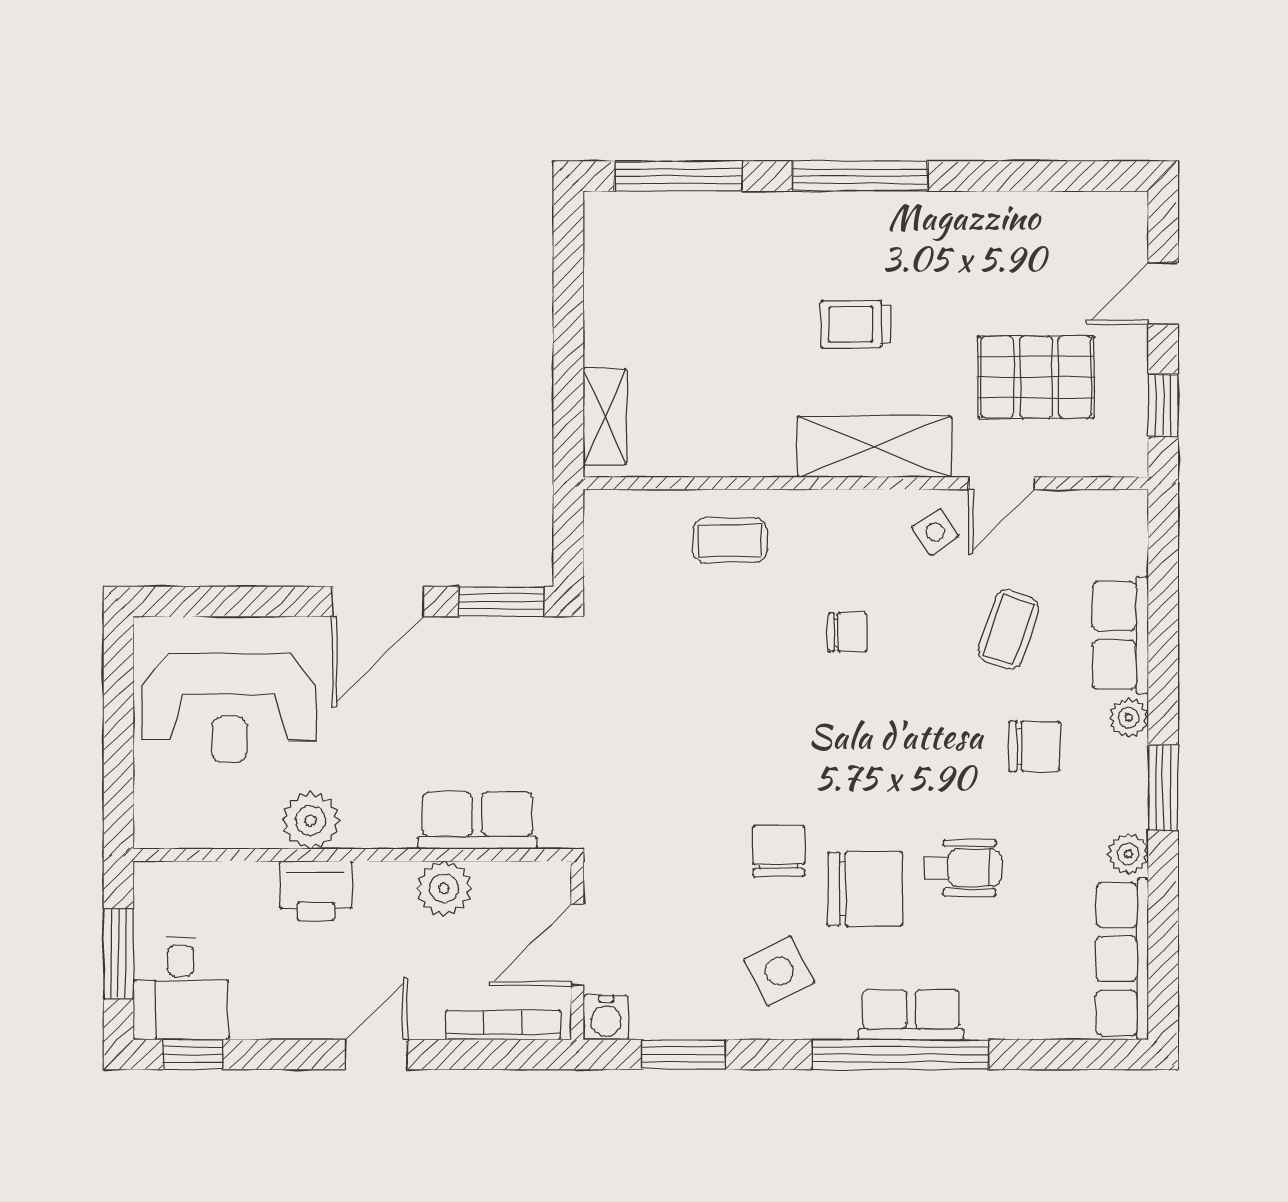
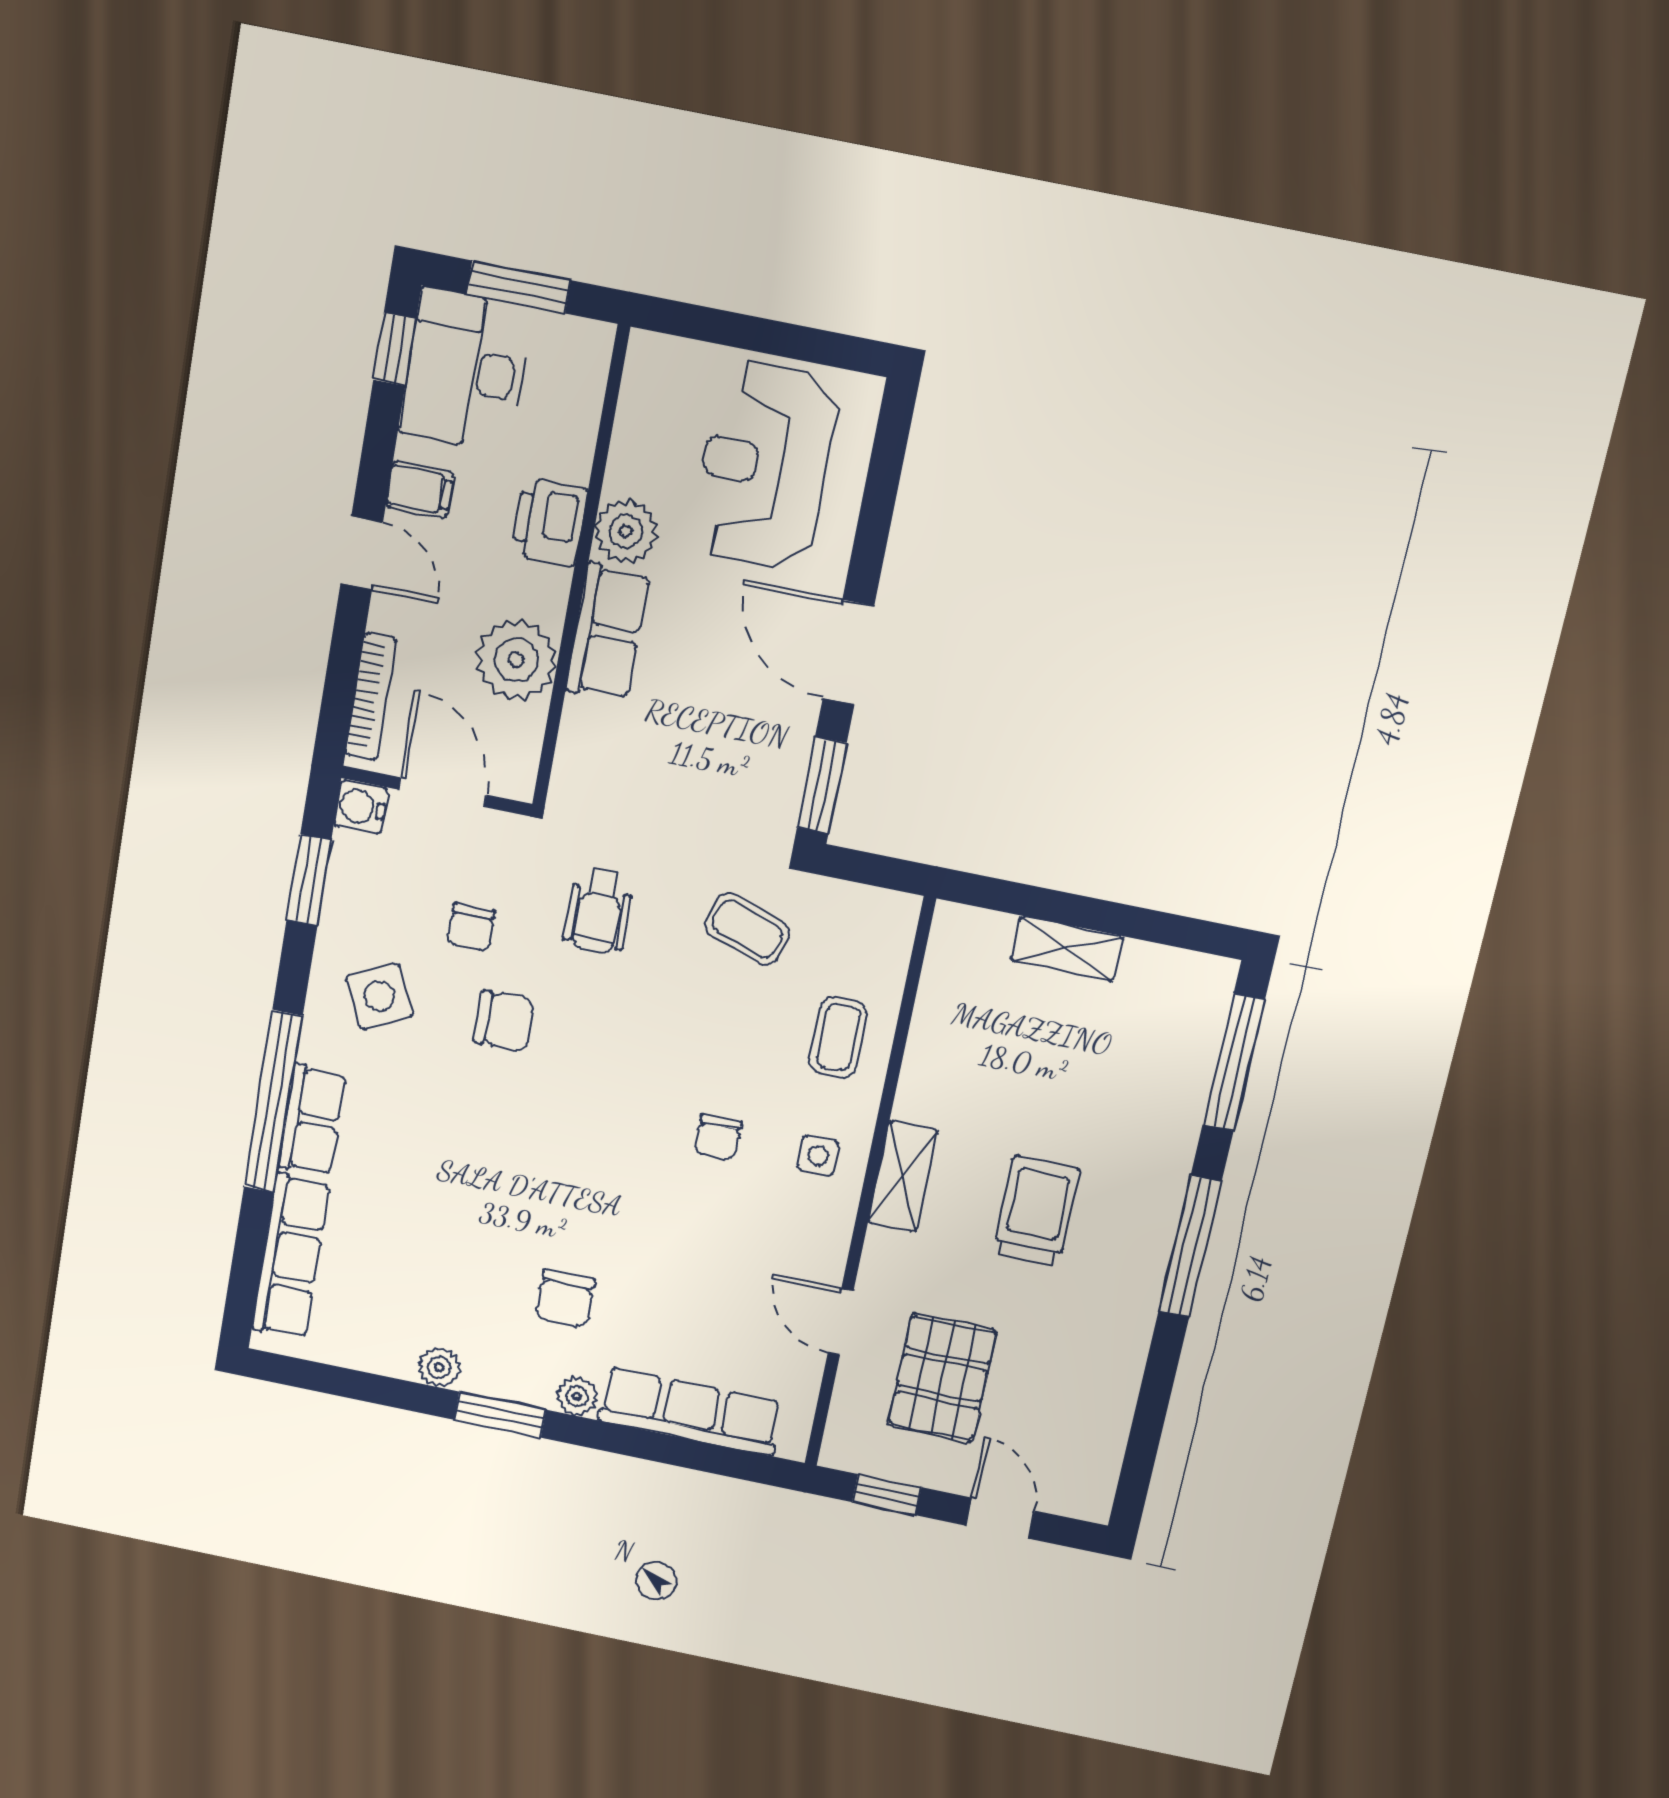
trolley: (856, 324) -> (1036, 1211), width x1.36, depth x1.39
shelving: (605, 417) -> (1067, 949), moved
shelving: (874, 447) -> (903, 1176), width x0.67, depth x0.75
side table: (935, 532) -> (818, 1156), moved, turned 34
coffee table: (1009, 630) -> (747, 929), moved
row of seats: (1120, 635) -> (690, 1411), width x1.48
row of seats: (477, 821) -> (608, 632), moved
wheelchair: (963, 868) -> (598, 911), moved
plant: (444, 888) -> (516, 660), width x1.36, depth x1.36
chair: (865, 889) -> (471, 927), moved, width x0.54, depth x0.54
row of seats: (1122, 959) -> (291, 1256), moved, turned 90
desk: (181, 988) -> (465, 370), width x1.37
filing cabinet: (310, 1012) -> (420, 489), added

